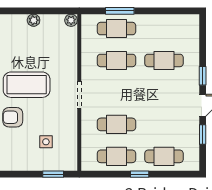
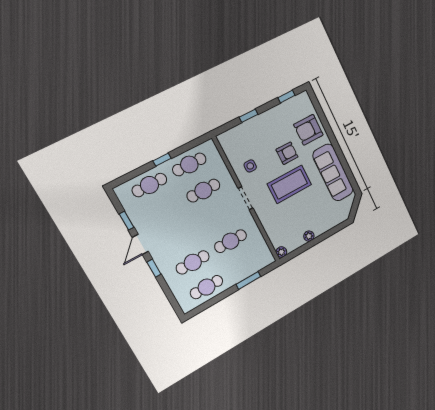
cafe table: (116, 29) -> (207, 287), moved
side table: (46, 142) -> (250, 166), moved
window: (53, 174) -> (249, 116), moved

